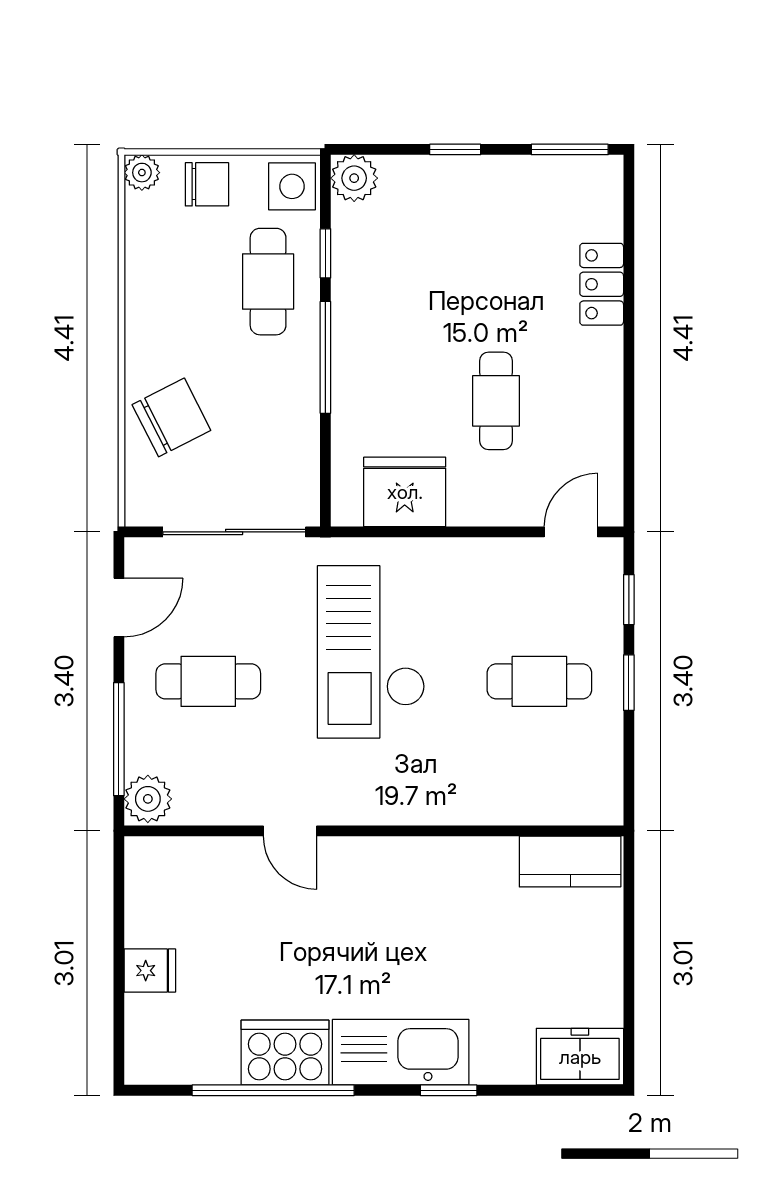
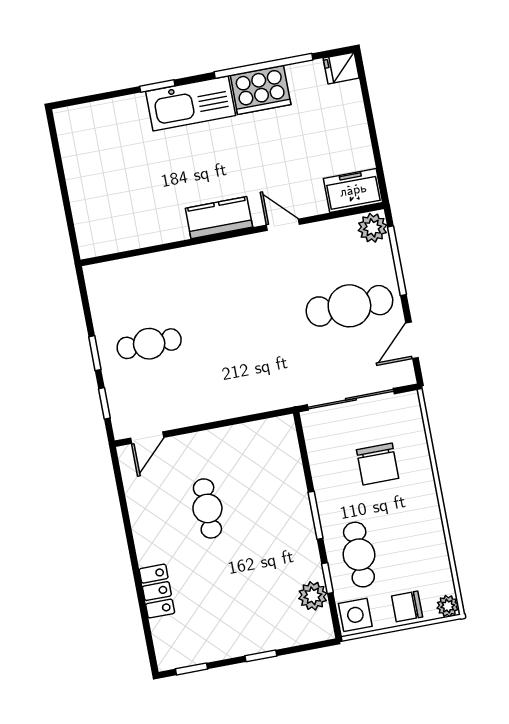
window: (570, 149) -> (192, 669), width x0.67
plant: (354, 178) -> (313, 596), moved
window: (325, 357) -> (316, 515), width x0.69
chair: (171, 417) -> (378, 464), moved, turned -63
fridge: (405, 492) -> (252, 443), removed
checkout: (371, 652) -> (254, 342), removed
cafe table: (208, 681) -> (349, 306), width x1.37, depth x1.35
kitchen counter: (570, 862) -> (219, 218), moved
fridge: (150, 971) -> (341, 68), moved
freezer: (580, 1057) -> (353, 190), moved, turned 180

